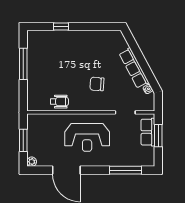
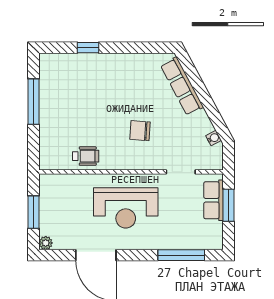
row of seats: (134, 68) -> (182, 86), moved

